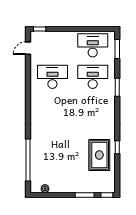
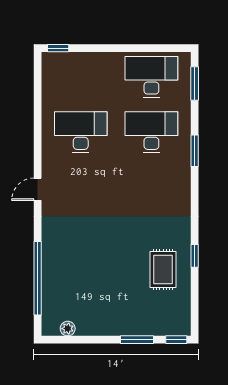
door: (28, 48) -> (38, 189), moved
rug: (99, 155) -> (163, 270), width x0.73, depth x0.70

